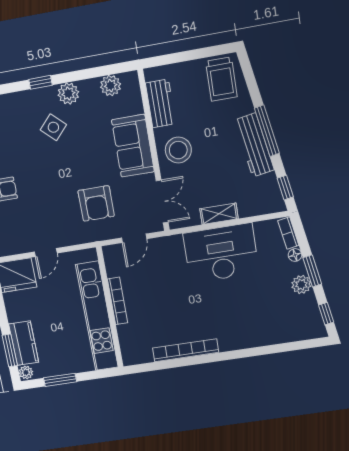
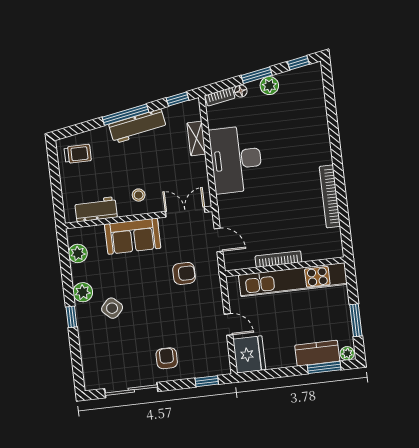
trolley: (221, 79) -> (78, 154), width x0.73, depth x0.72
stool: (178, 150) -> (139, 195), width x0.53, depth x0.53
armchair: (96, 203) -> (184, 273), width x0.72, depth x0.72
shelving: (219, 214) -> (196, 139), moved

